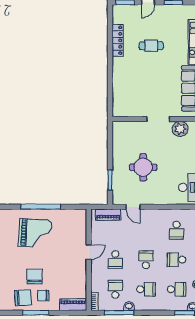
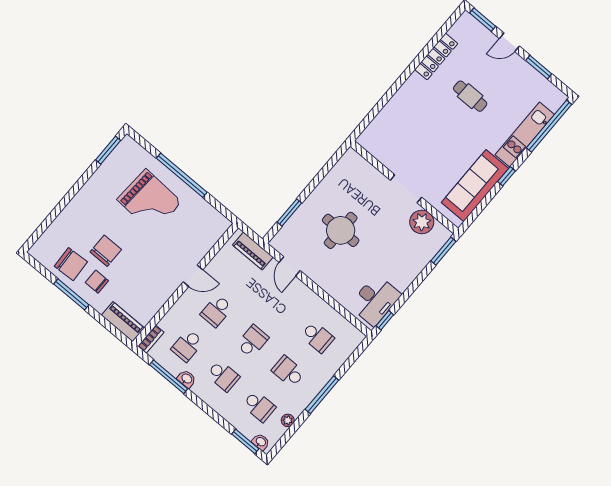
school desk: (177, 230) -> (317, 337), turned -90
school desk: (115, 289) -> (187, 346), turned 180

